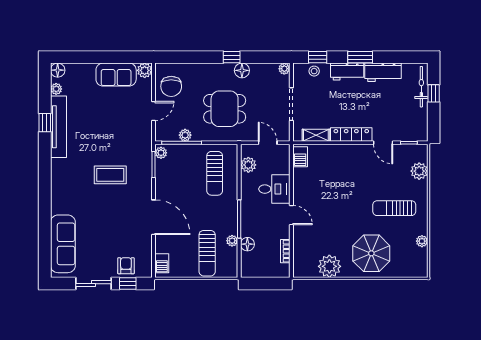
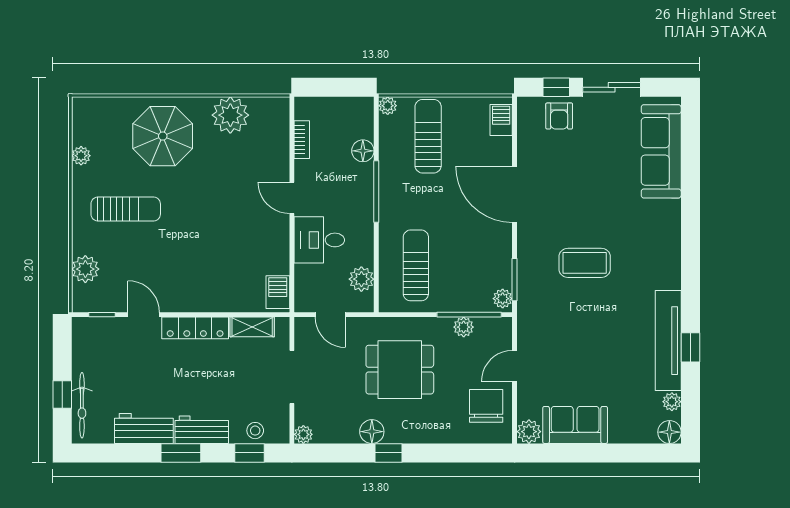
plant: (232, 241) -> (388, 106), moved

